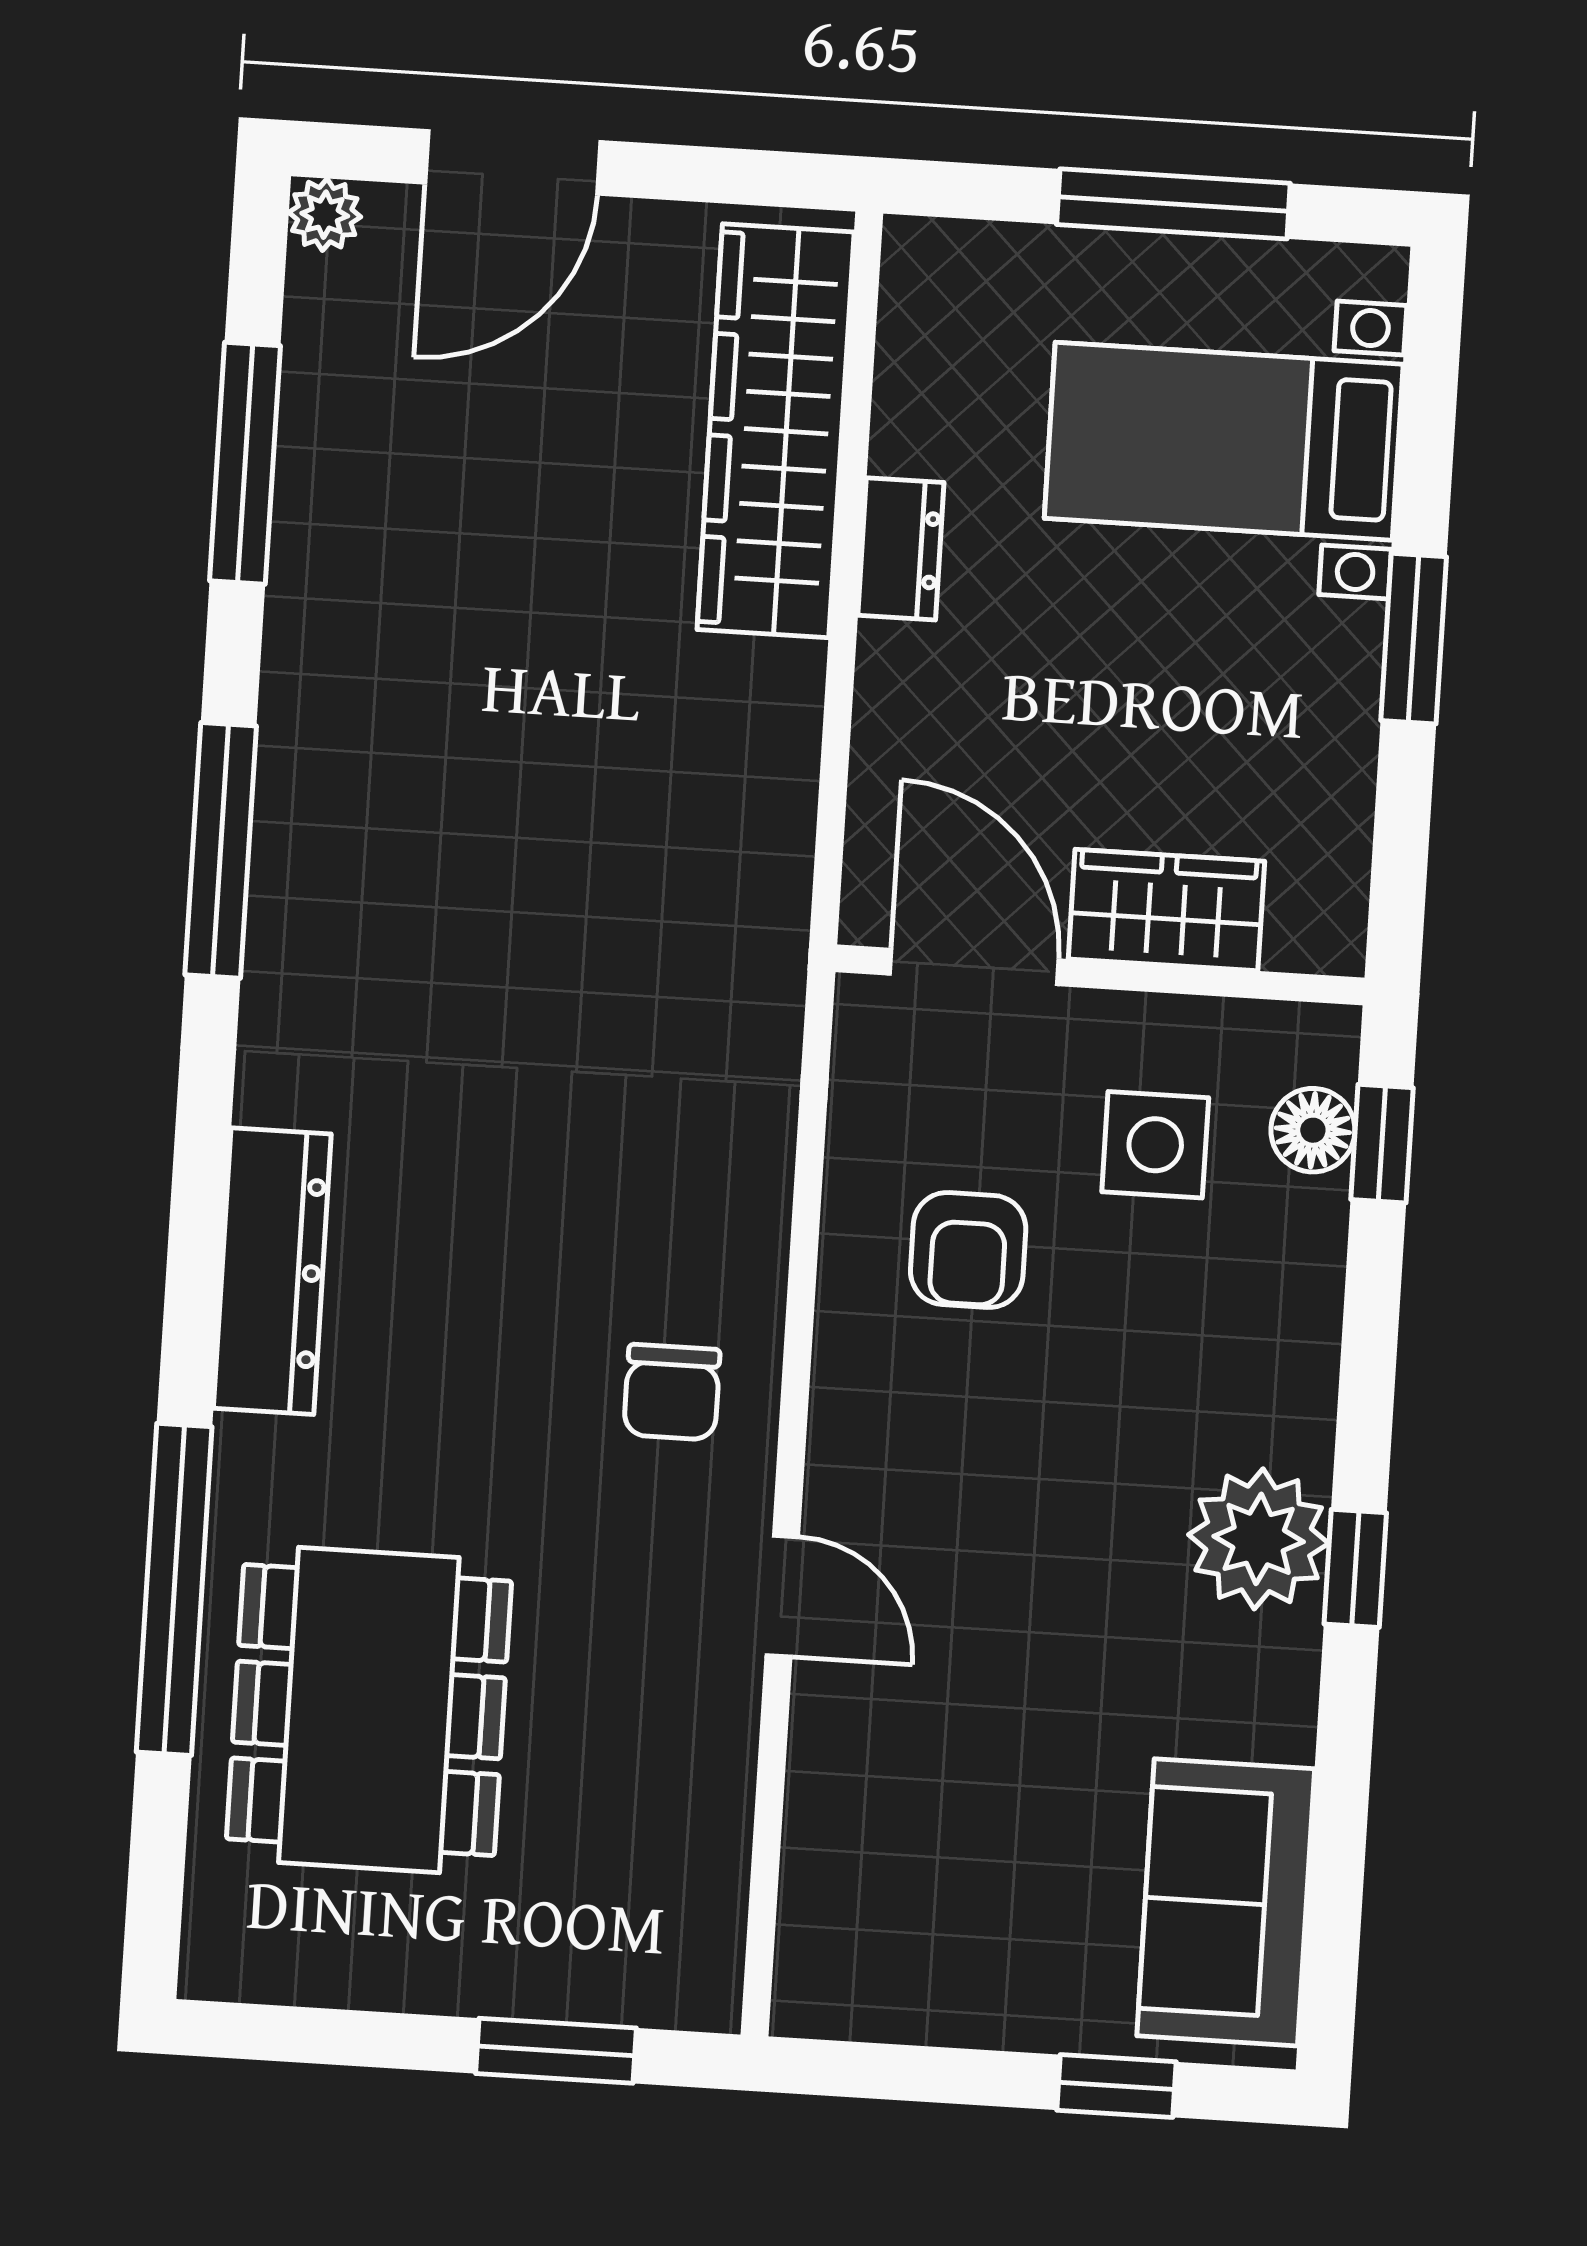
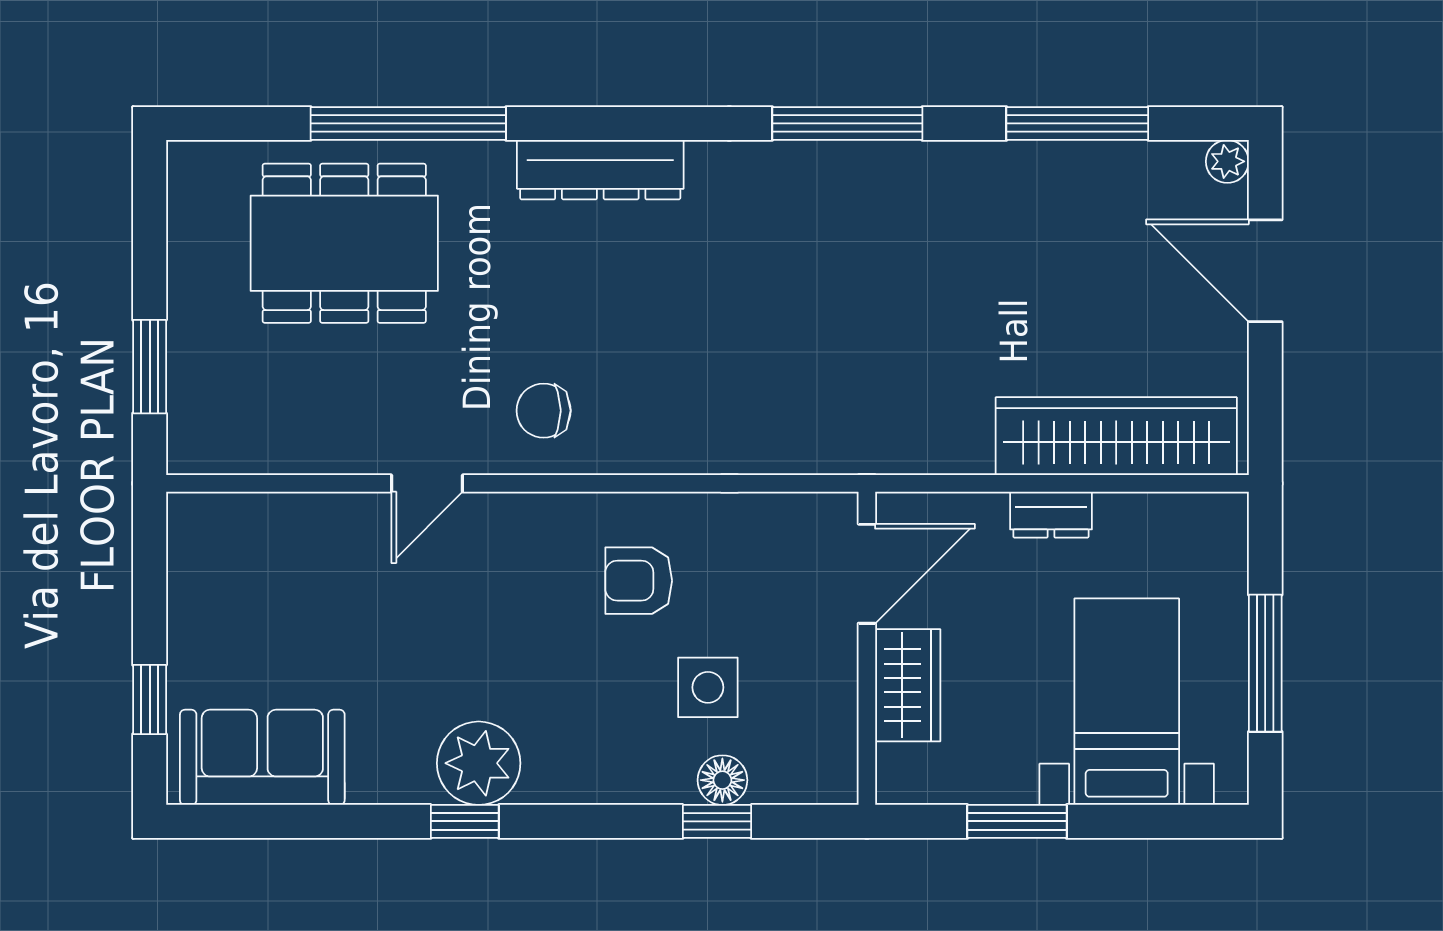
wardrobe: (1166, 910) -> (908, 685), moved
door: (974, 967) -> (867, 574), moved
wall: (1100, 975) -> (867, 648), moved

